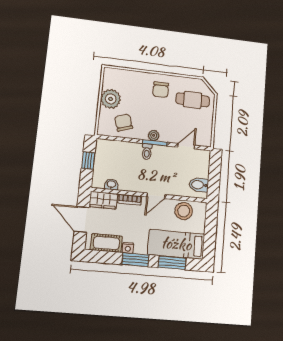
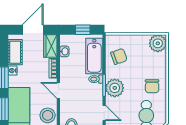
chair: (161, 90) -> (152, 86), turned -90
plant: (111, 99) -> (158, 43), moved
plant: (154, 135) -> (115, 88), width x1.88, depth x1.88
bathtub: (120, 150) -> (94, 56), added

